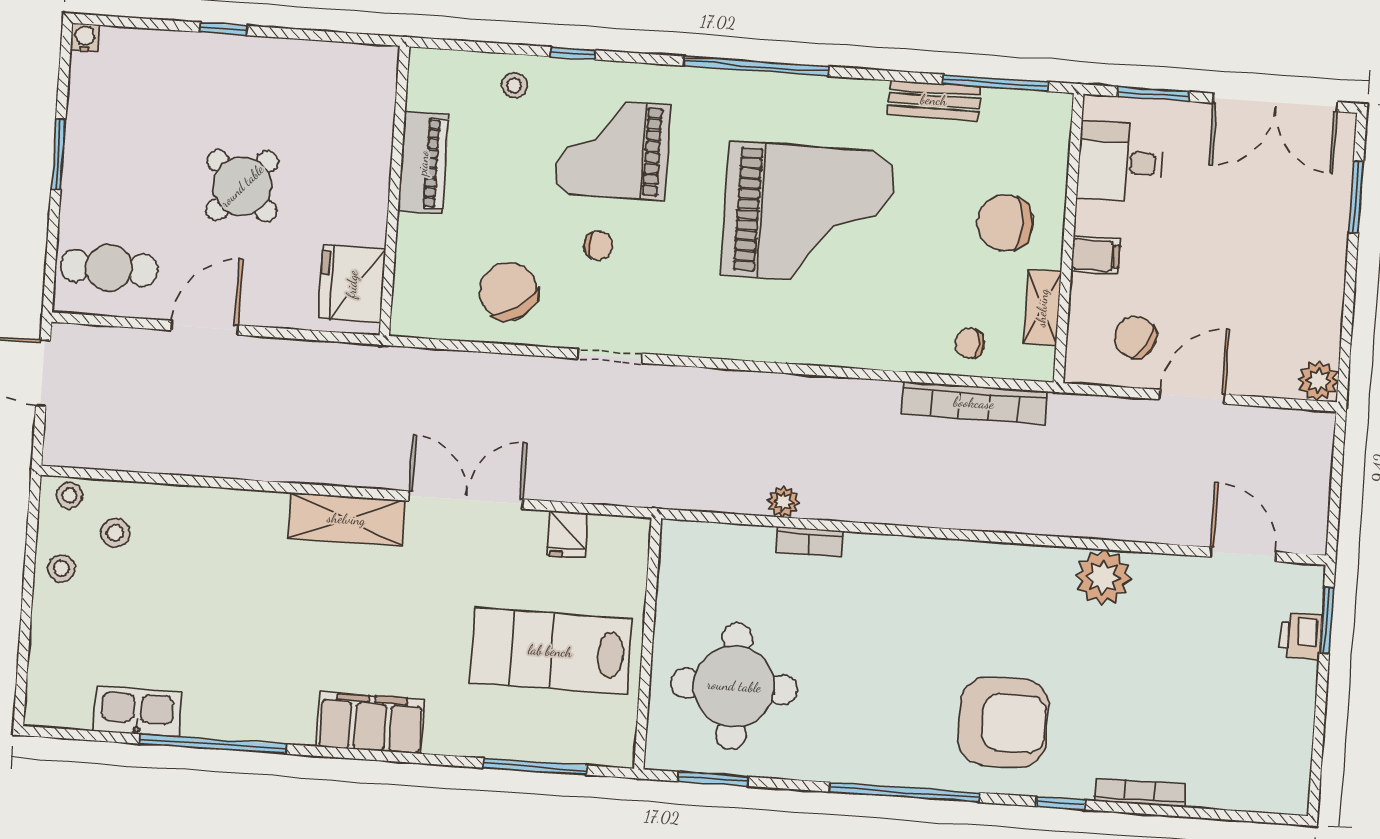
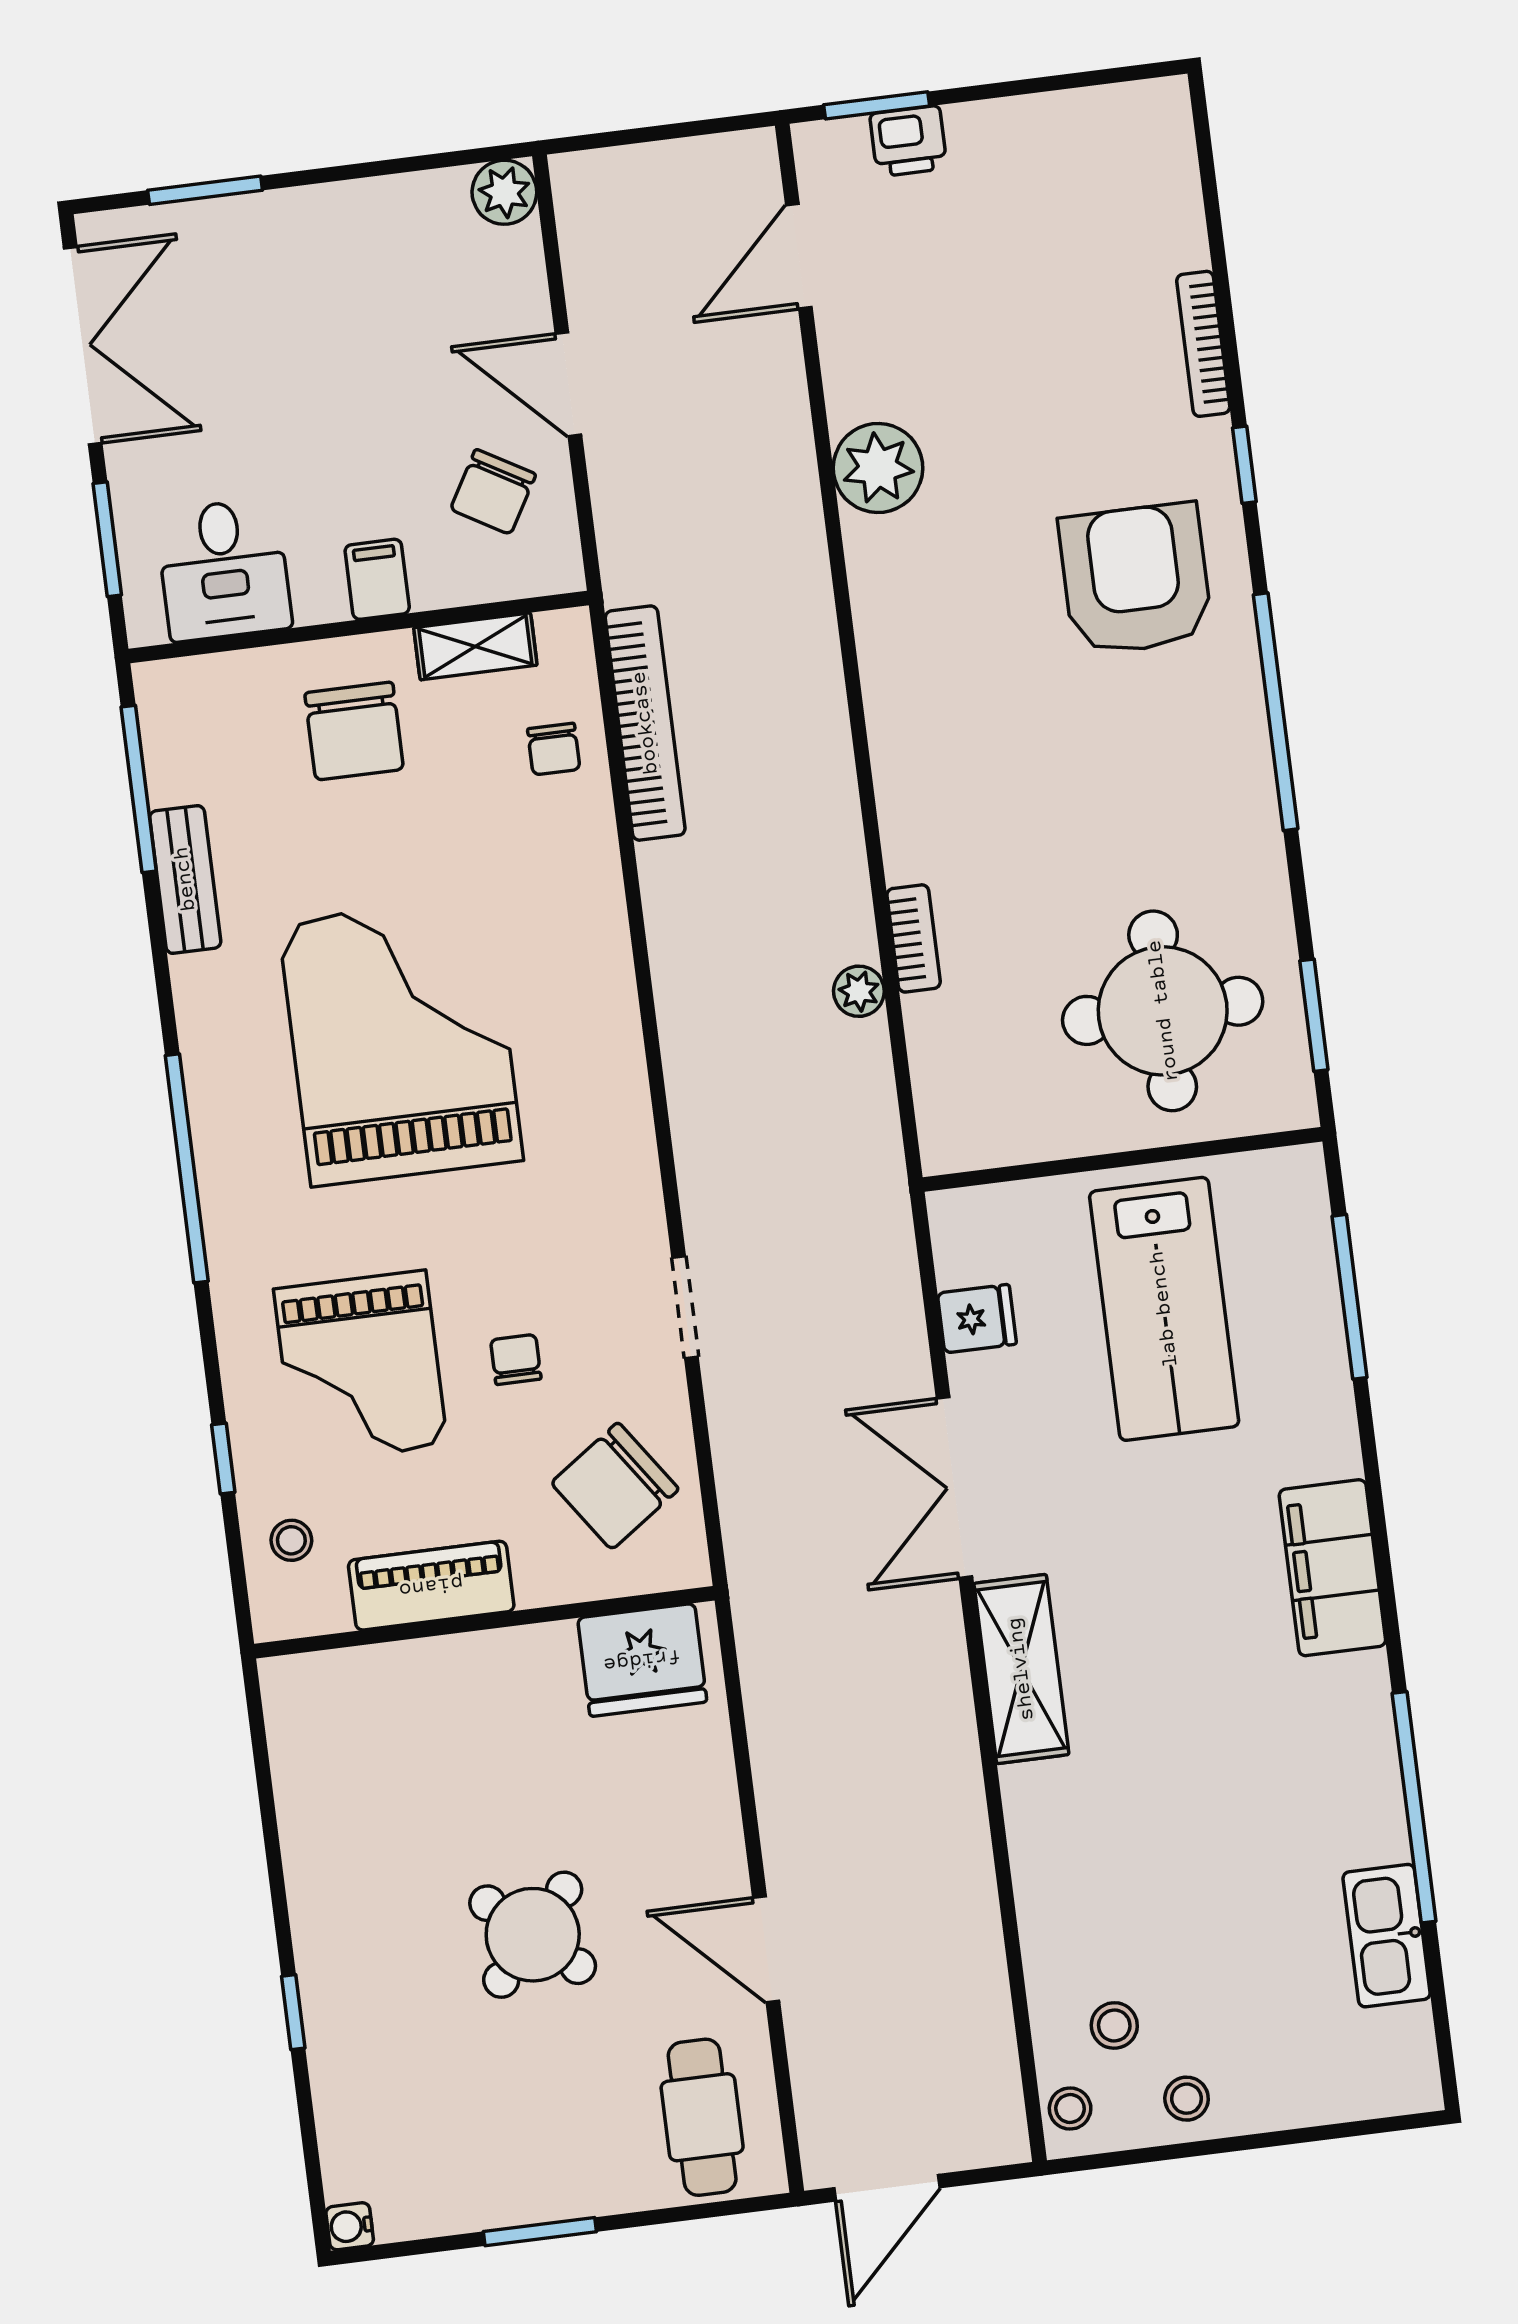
piano: (423, 163) -> (431, 1586), moved
wall: (394, 191) -> (484, 1622), moved
fridge: (352, 284) -> (642, 1660), moved

